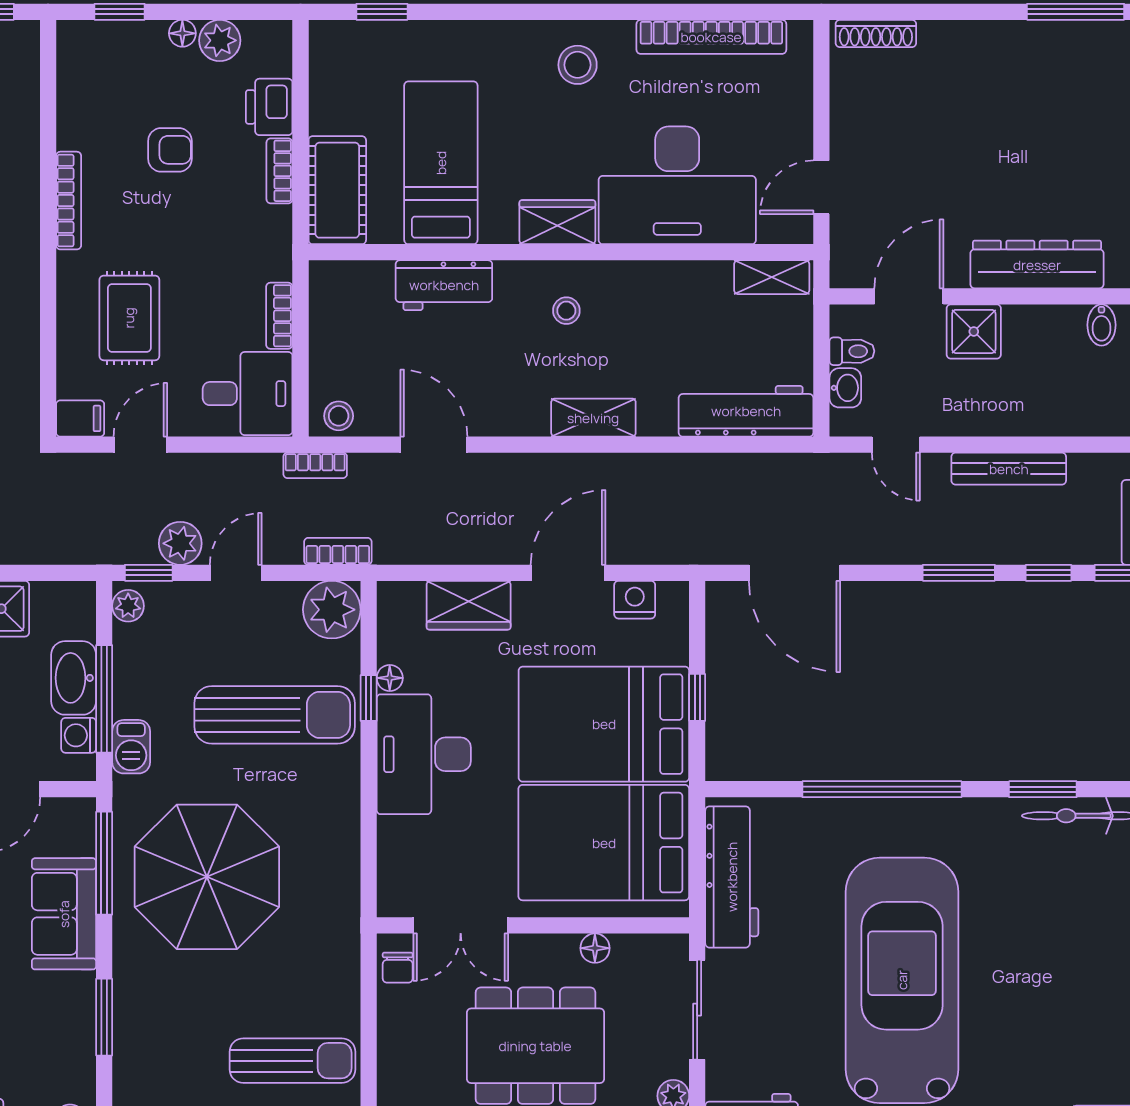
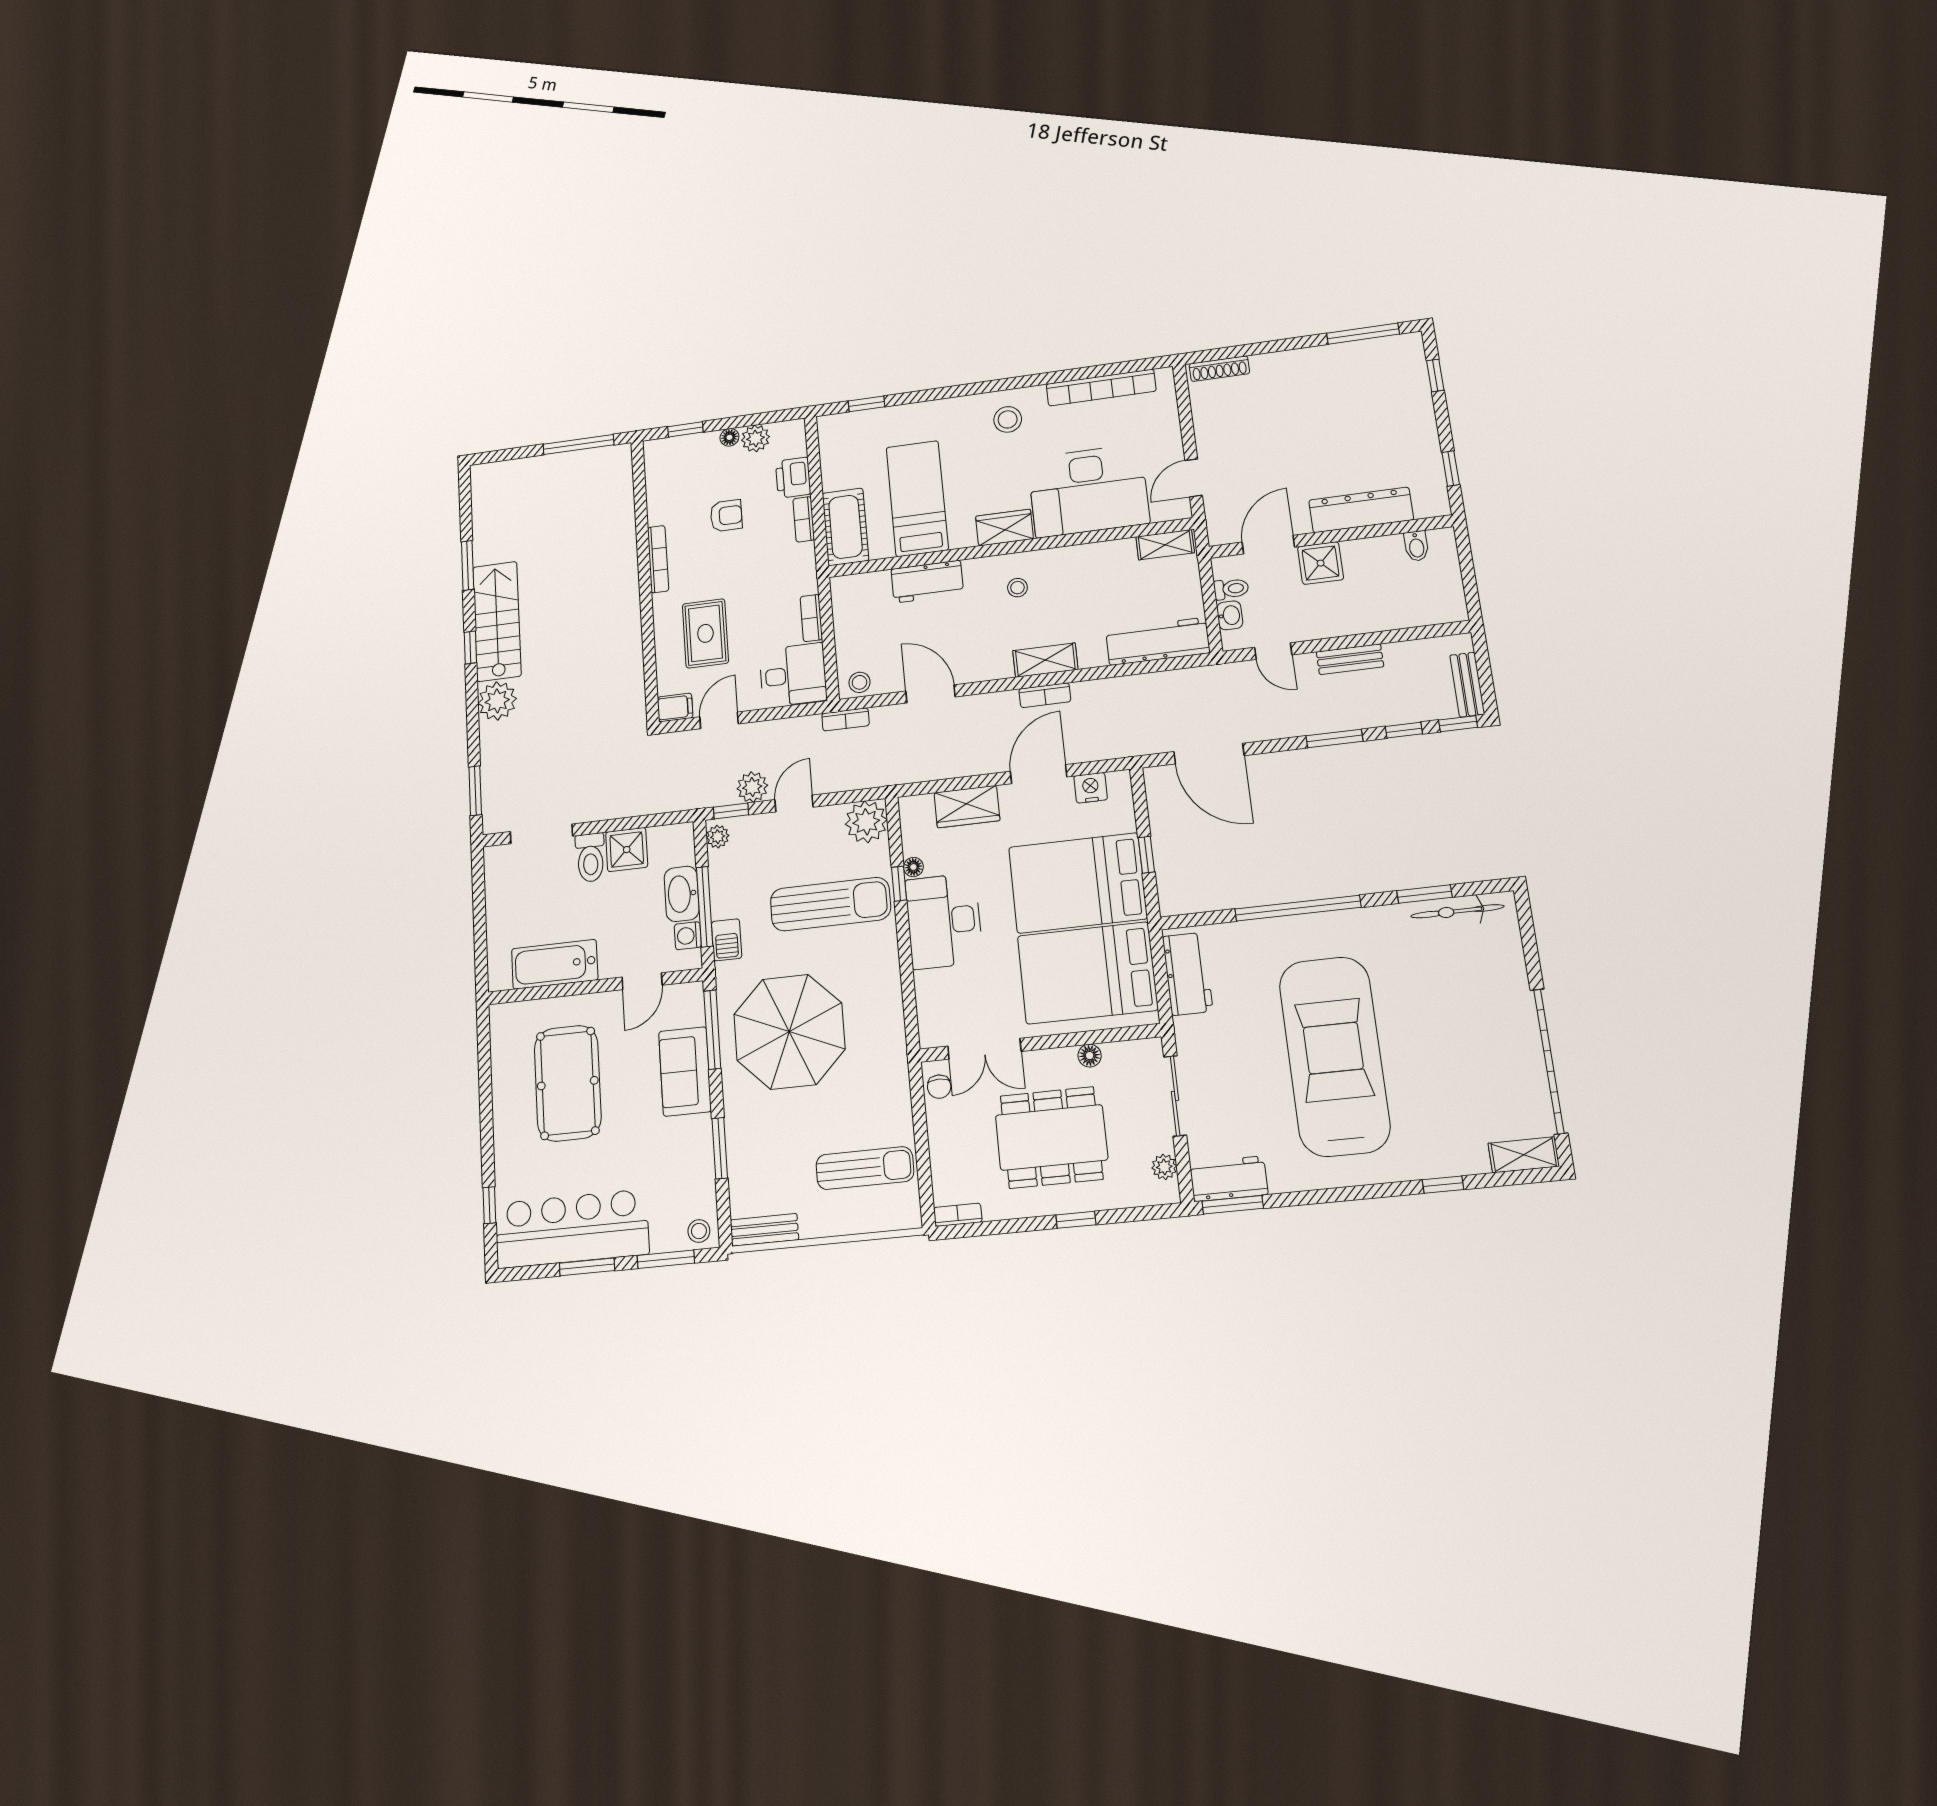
bench: (1009, 469) -> (1350, 659), width x0.73
bookcase: (338, 551) -> (1045, 695), moved, turned 180
workbench: (732, 877) -> (1188, 974), width x0.73

